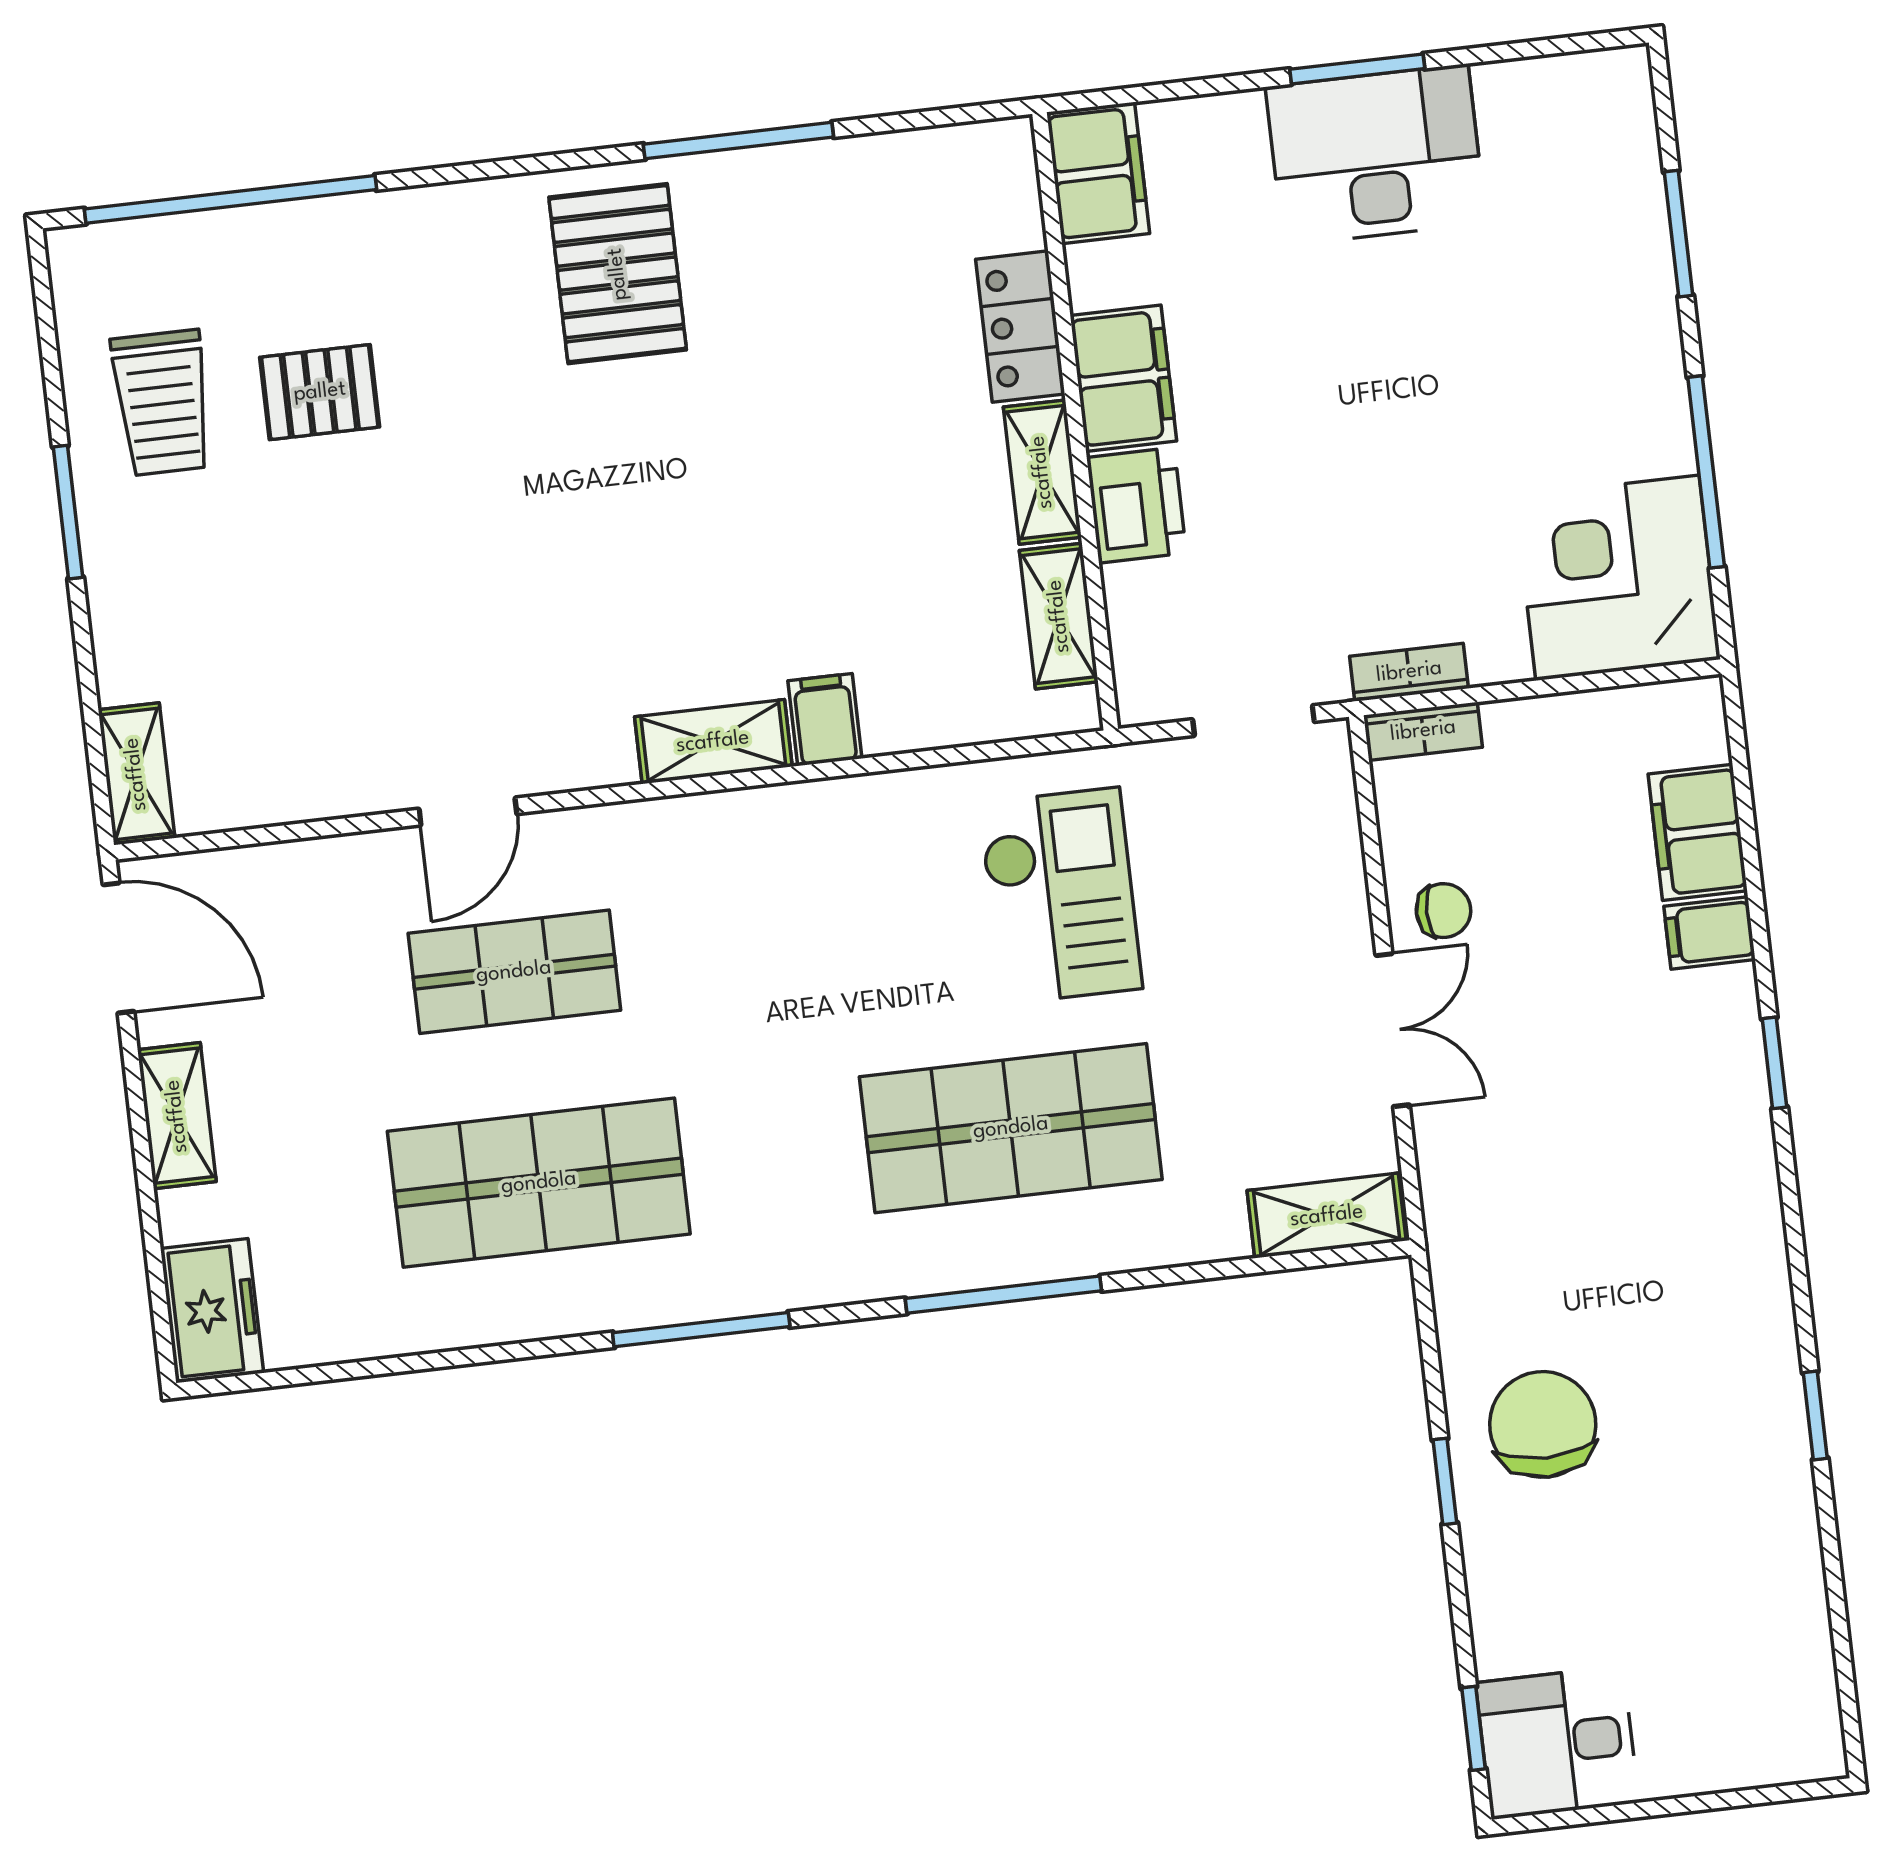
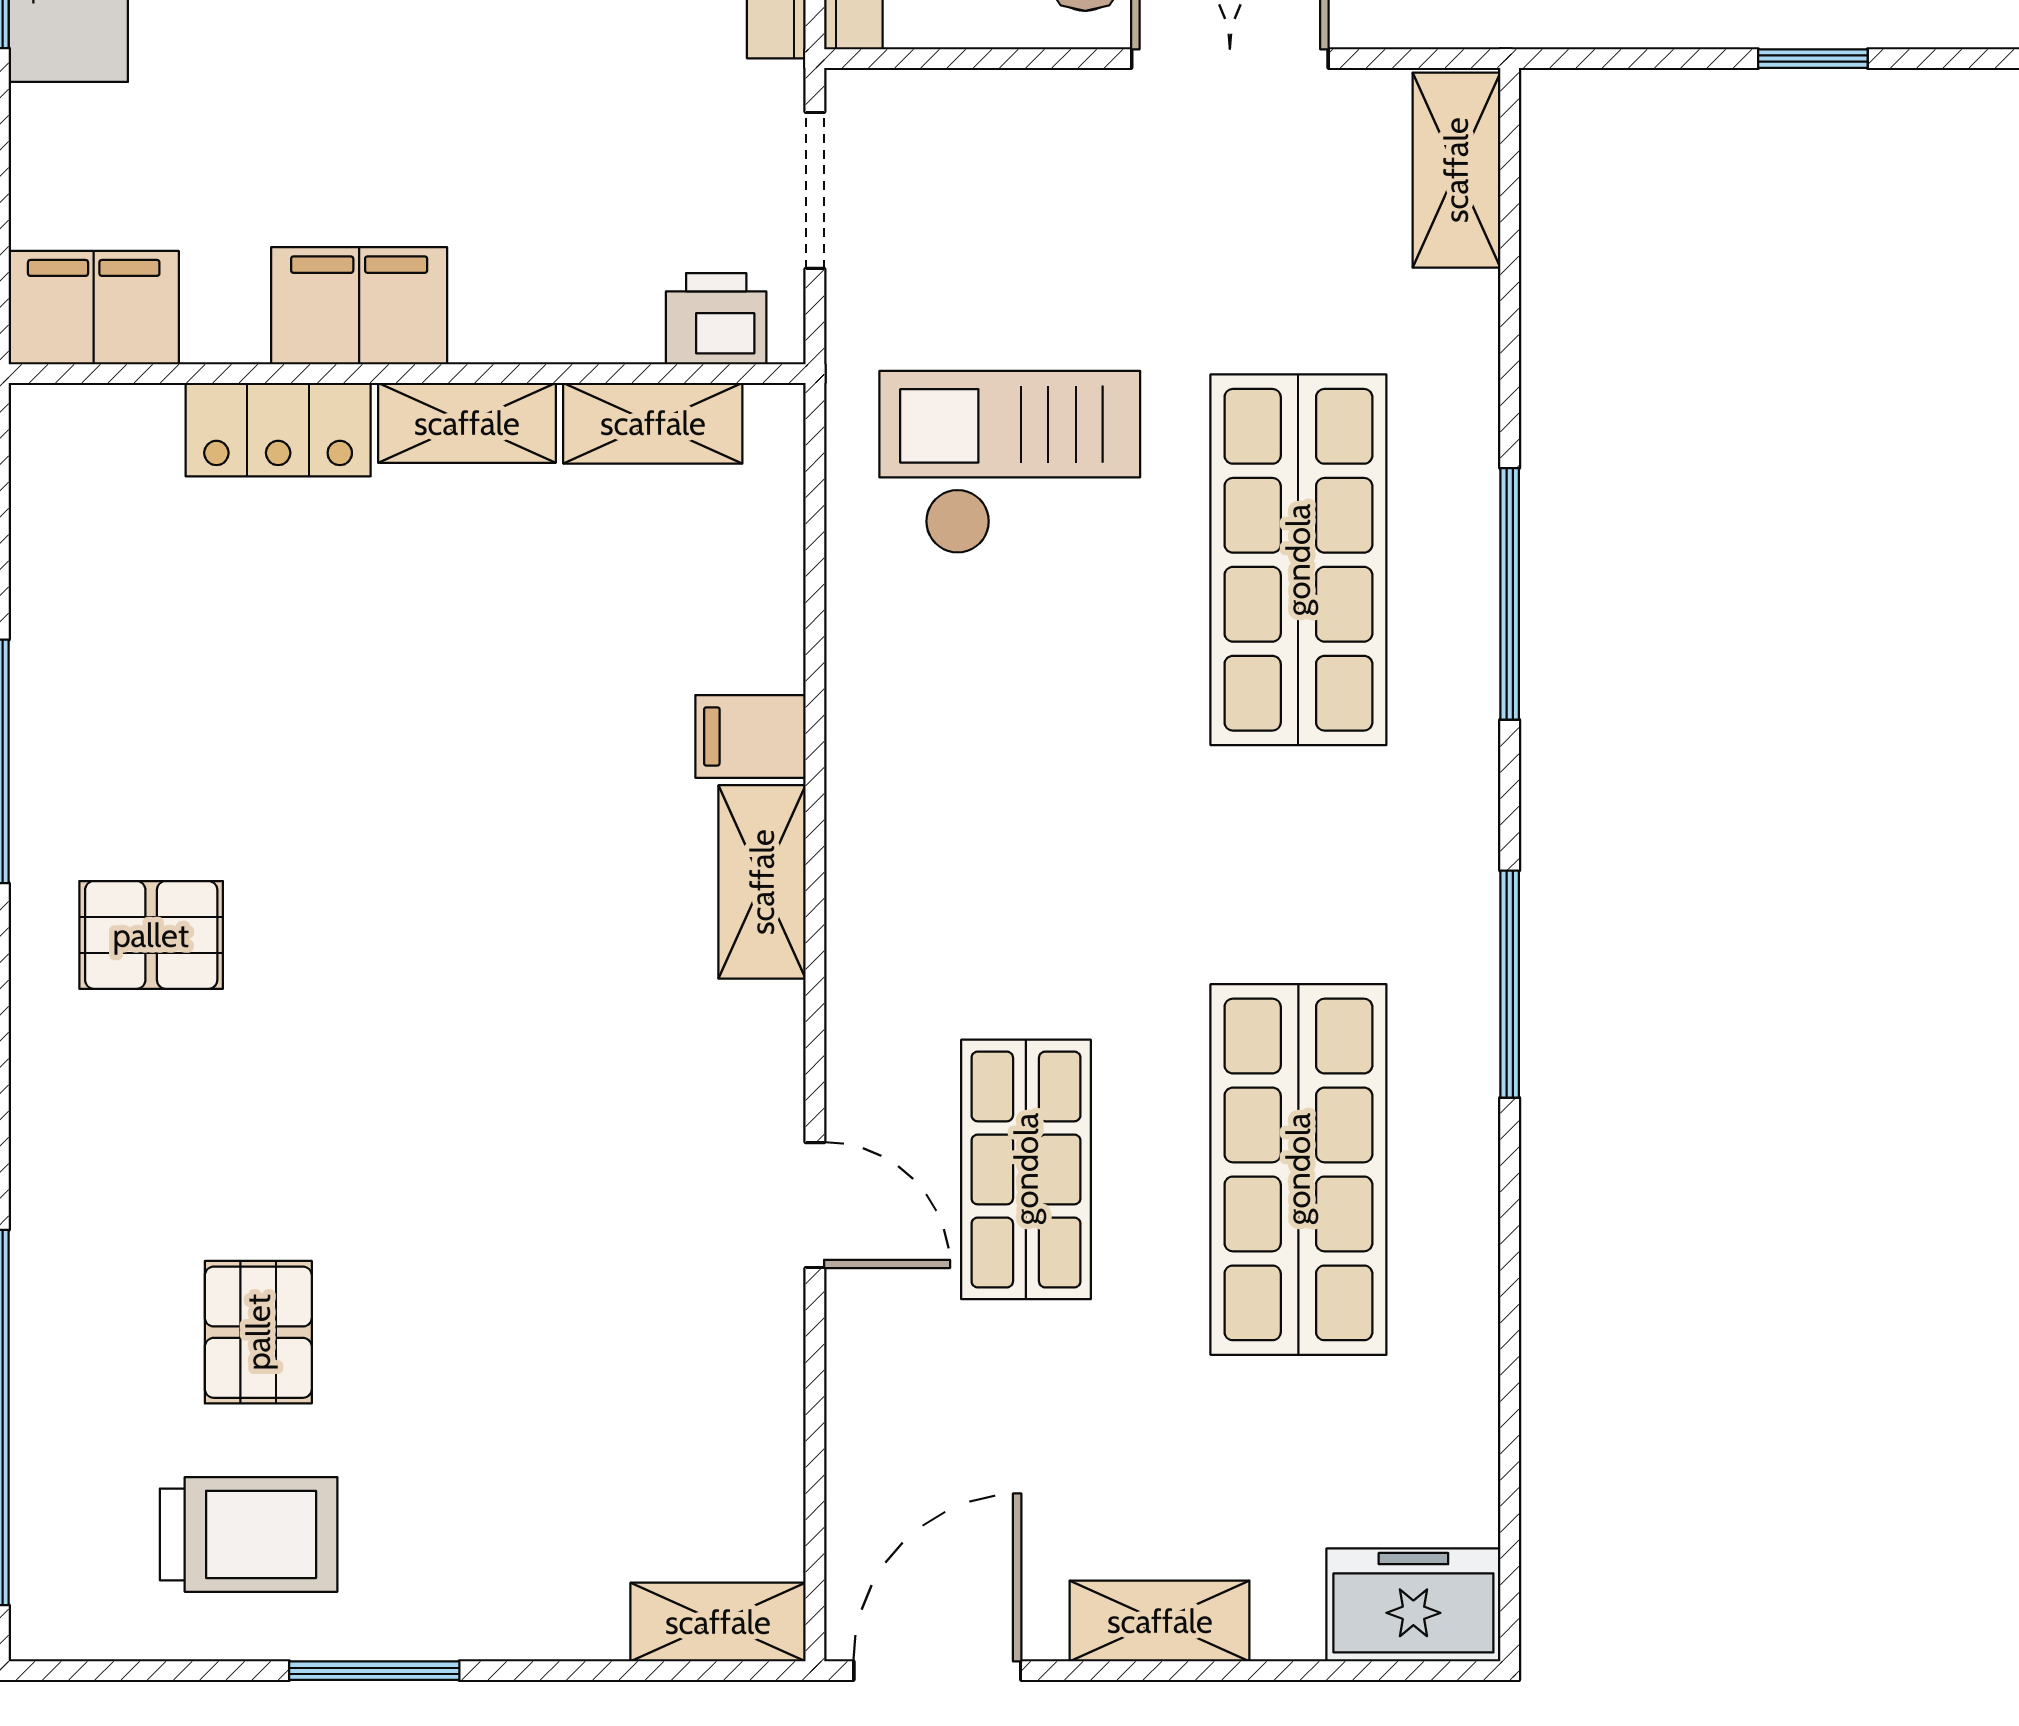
pallet: (618, 274) -> (151, 935), width x0.67, depth x0.71
printer: (1136, 505) -> (716, 319), moved, width x0.73, depth x0.81

